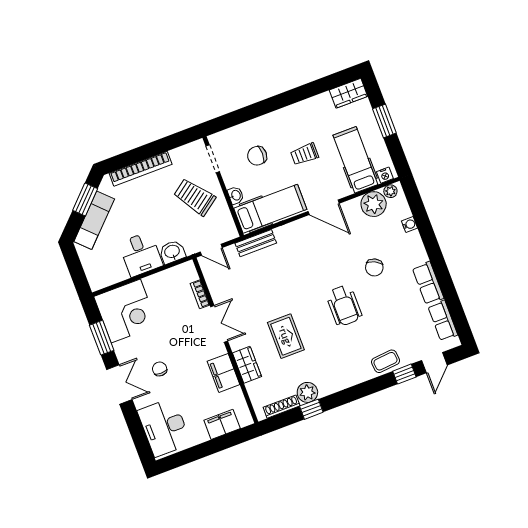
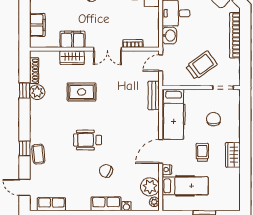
wardrobe: (348, 93) -> (233, 155), moved
nightstand: (385, 175) -> (167, 170), moved
washbasin: (236, 195) -> (192, 94), removed
row of seats: (428, 283) -> (106, 204), moved
window: (404, 374) -> (25, 148), moved

